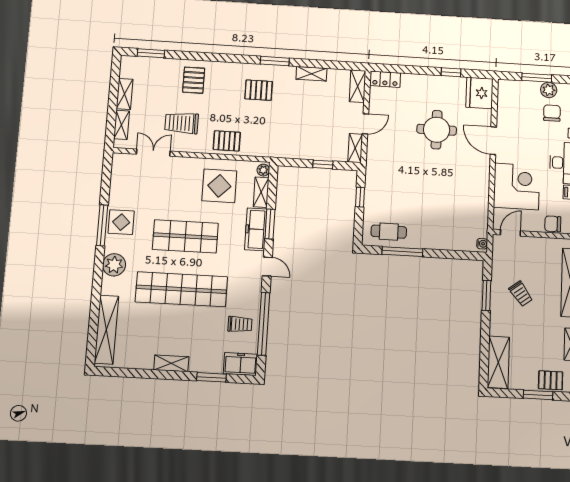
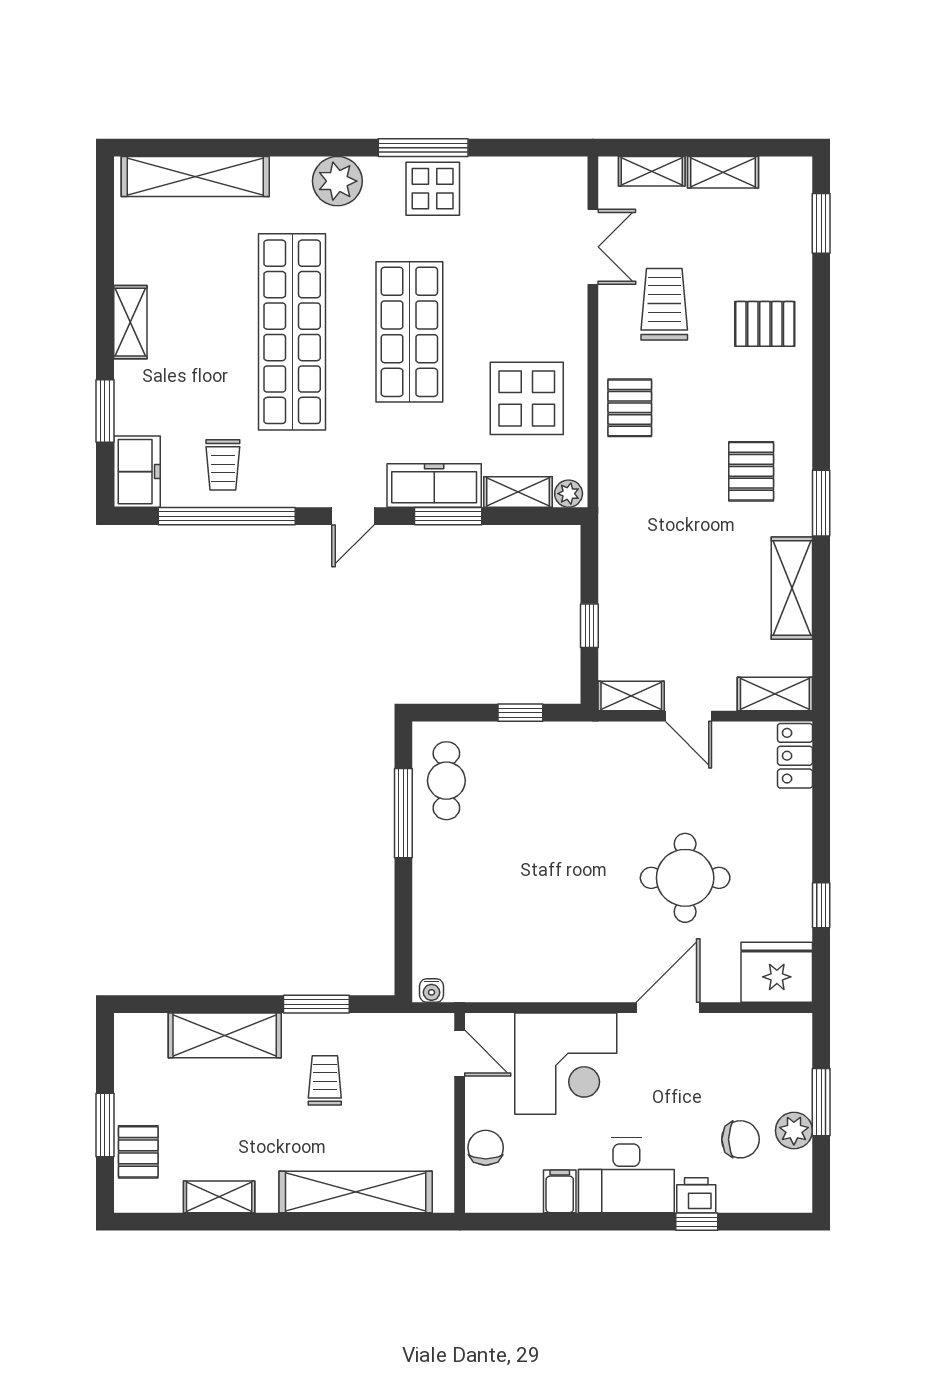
shelving: (311, 74) -> (792, 588), width x1.50, depth x1.33
trolley: (521, 294) -> (325, 1080), turned 127
shelving: (498, 362) -> (225, 1035), moved

